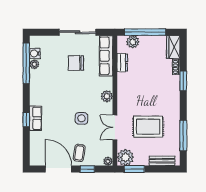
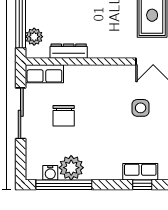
row of seats: (106, 56) -> (44, 74), width x0.68
dresser: (122, 63) -> (69, 51), width x1.44
plant: (34, 64) -> (71, 168), width x1.87, depth x1.87
plant: (107, 96) -> (110, 73), removed

